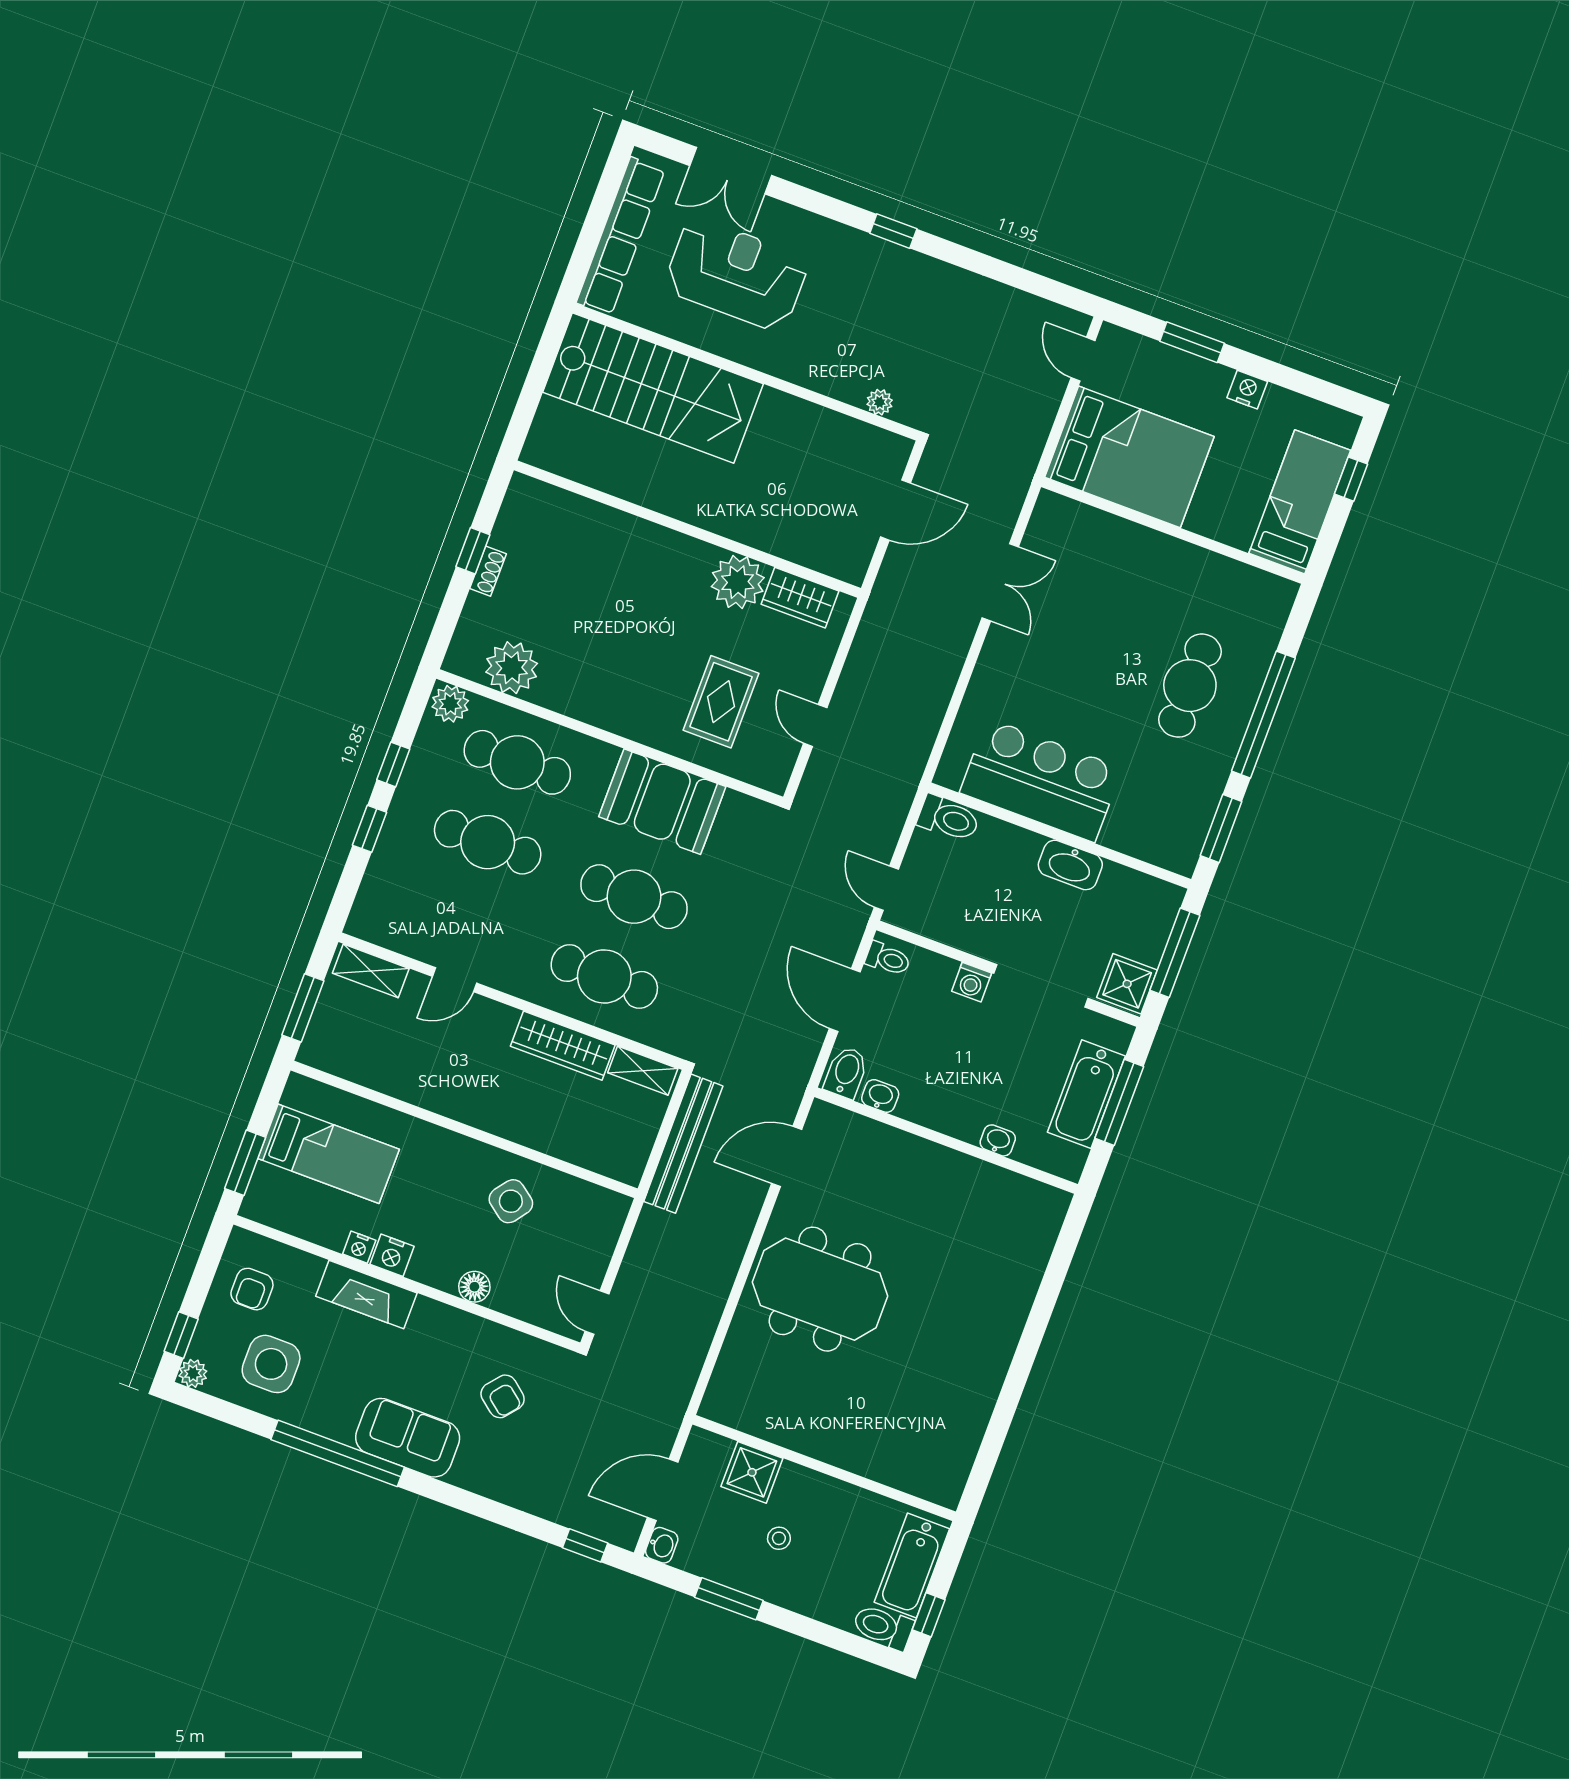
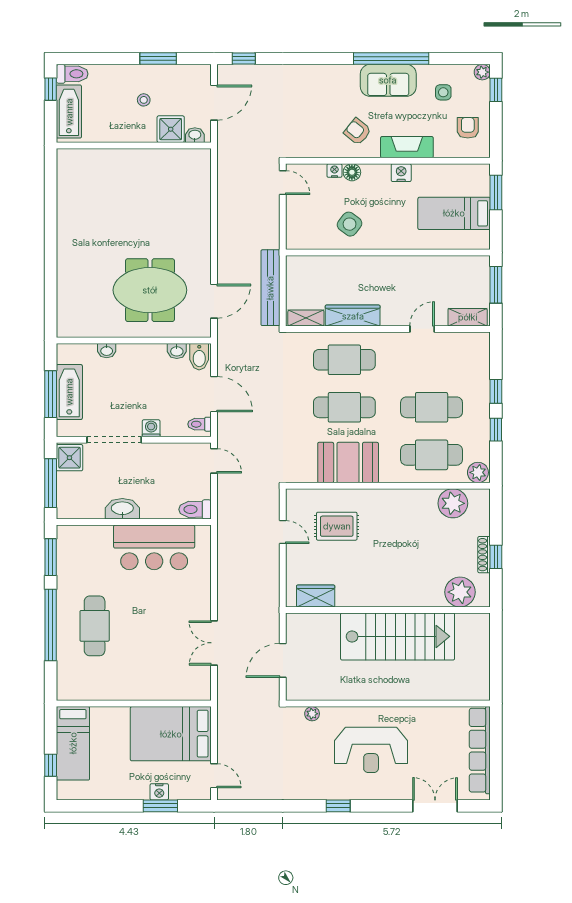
reception desk: (736, 274) -> (371, 750), moved
stairs: (653, 388) -> (398, 636), moved, turned 180
nightstand: (1247, 390) -> (159, 792), moved
shoe rack: (488, 571) -> (484, 555), width x1.43
plant: (738, 582) -> (460, 592), moved
rug: (721, 702) -> (337, 526), turned 90
nightstand: (359, 1247) -> (334, 171), moved
meeting table: (820, 1289) -> (150, 290), moved
side table: (271, 1364) -> (443, 92), width x0.54, depth x0.54
armchair: (503, 1396) -> (357, 132), moved
sofa: (408, 1438) -> (388, 80), moved
washbasin: (662, 1545) -> (195, 135), moved, turned 90

